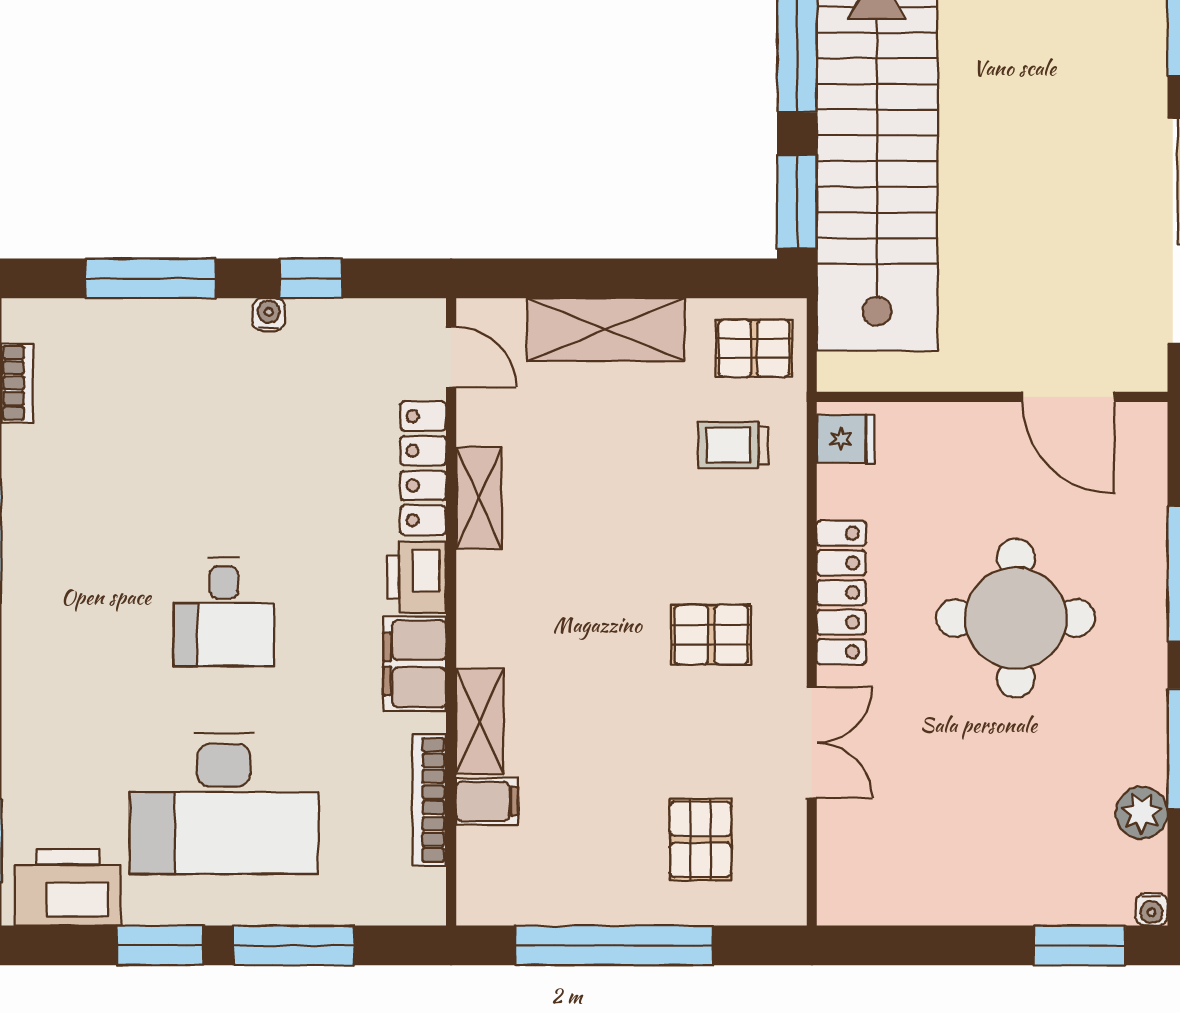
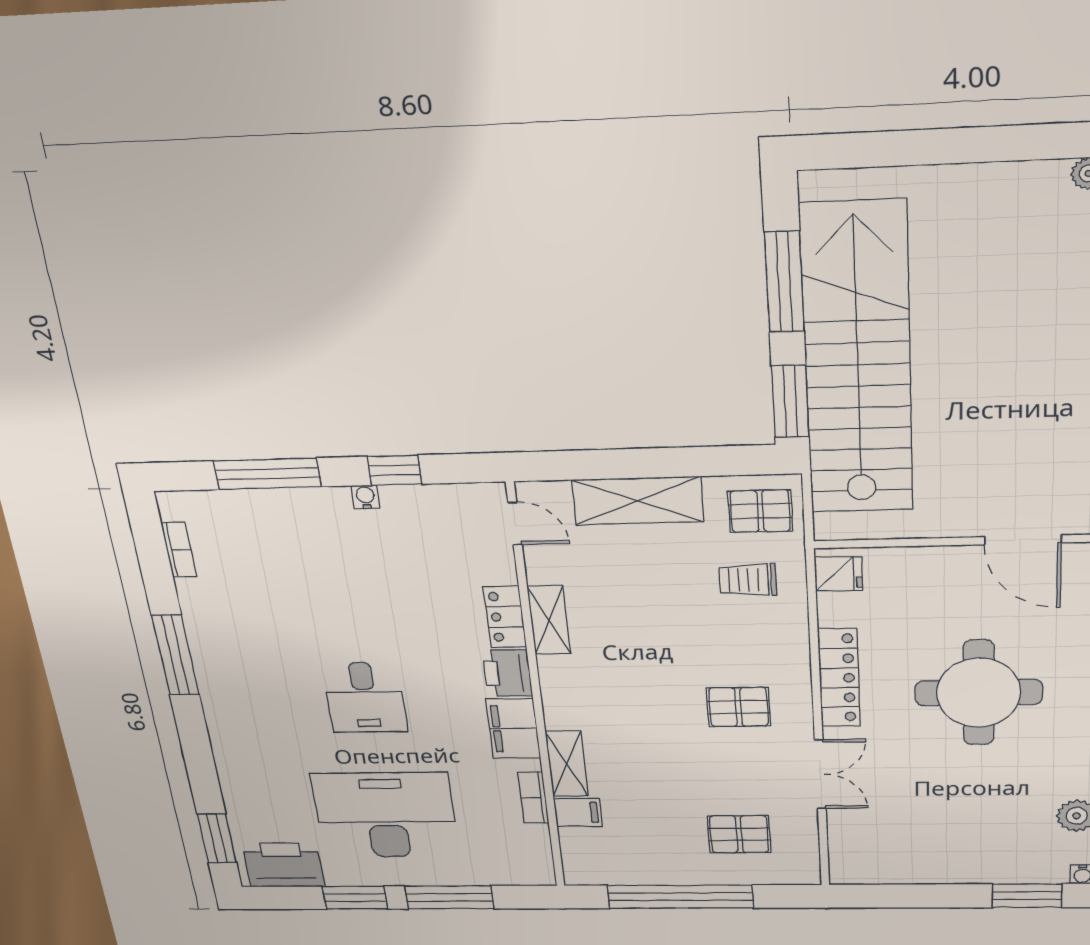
locker: (423, 468) -> (505, 617), width x0.66
bookcase: (429, 800) -> (533, 798), width x0.64
desk: (224, 803) -> (385, 815), turned 180
pallet: (700, 839) -> (739, 834), turned 90

